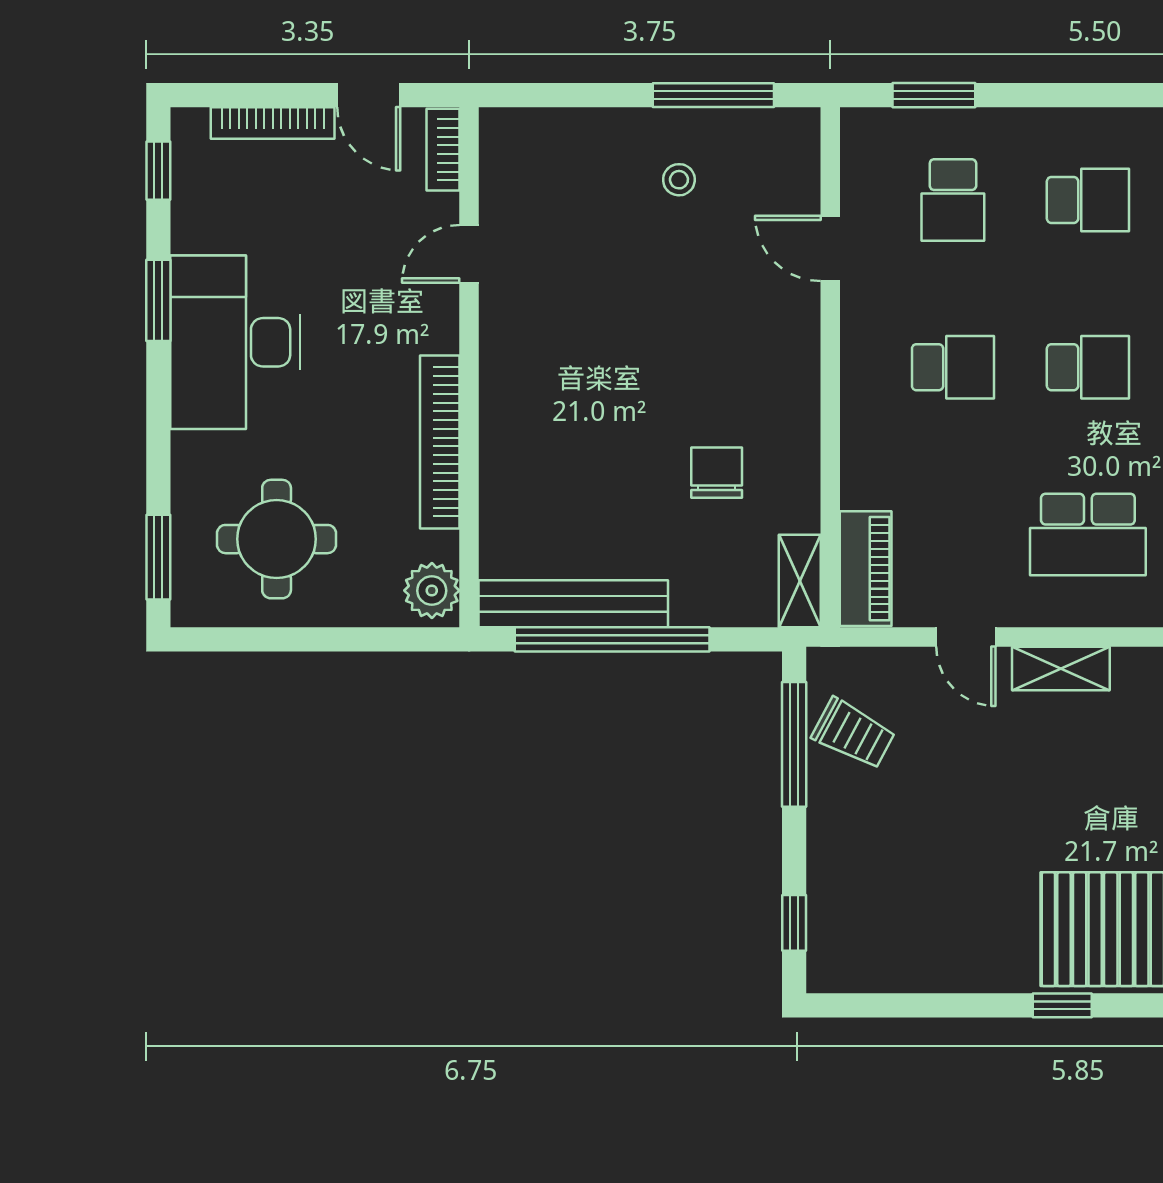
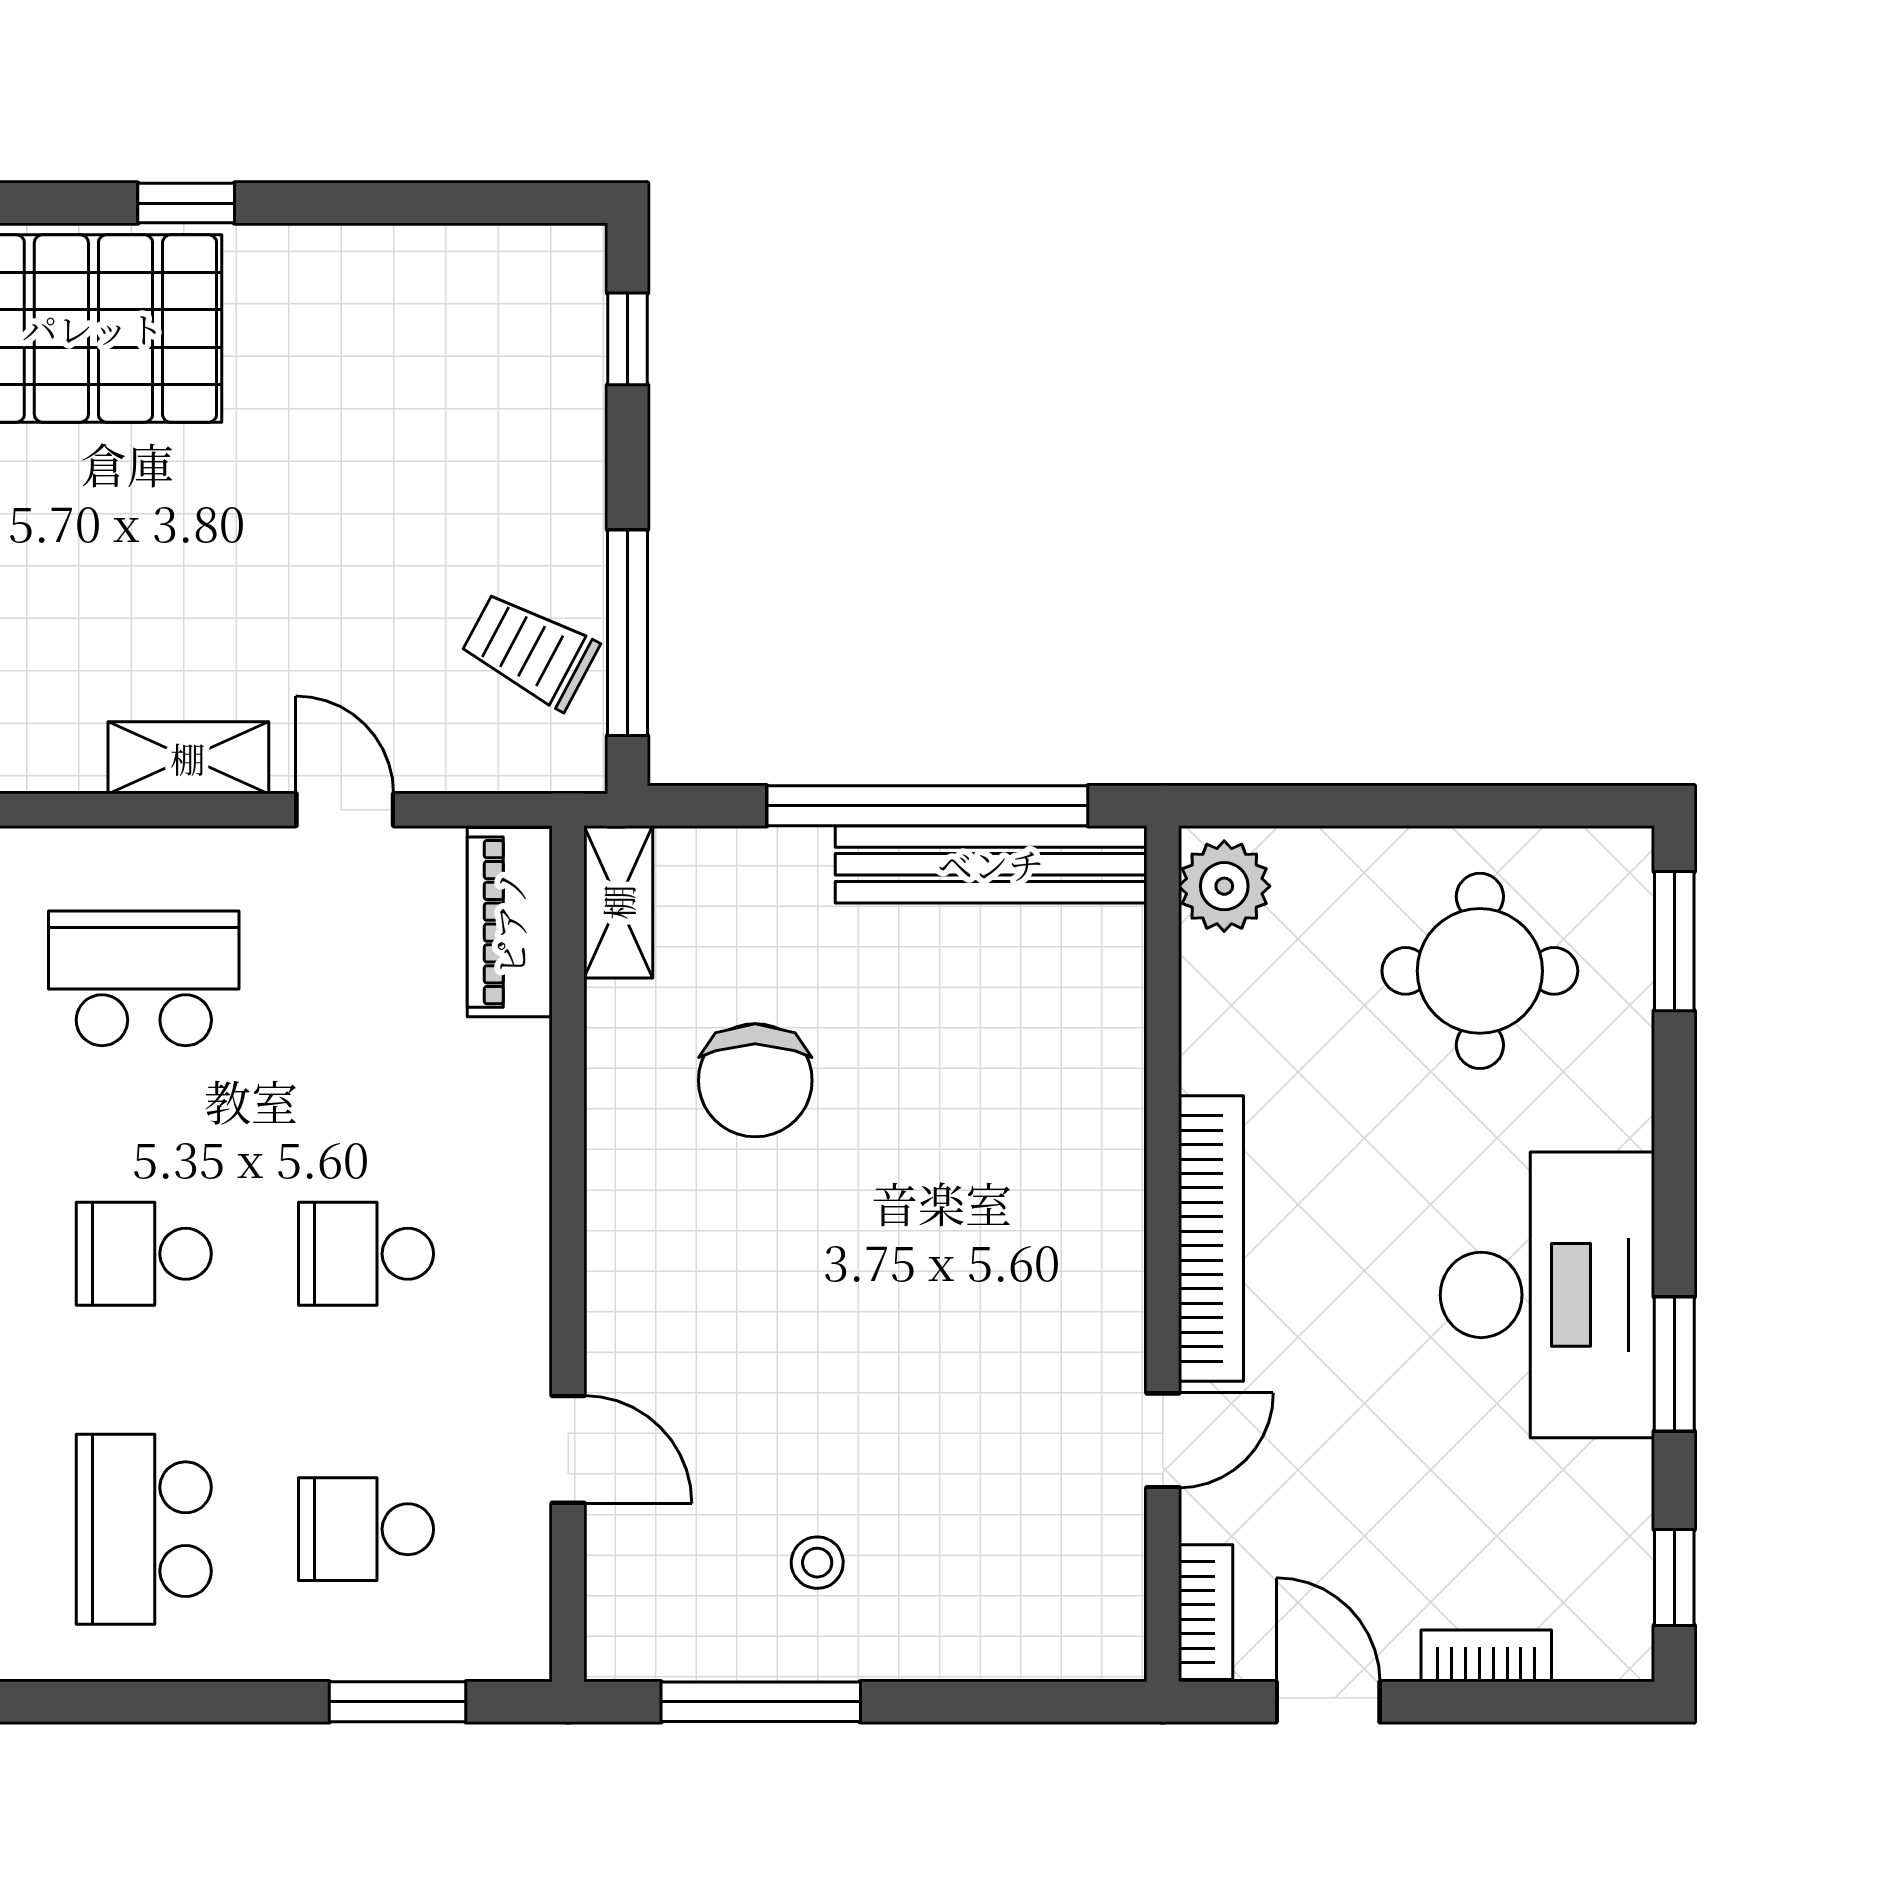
bookcase: (273, 123) -> (1486, 1656), width x0.64
school desk: (953, 200) -> (366, 1529), turned -90
school desk: (1088, 200) -> (144, 1529), width x1.85
bookcase: (440, 442) -> (1211, 1238), moved
chair: (717, 473) -> (755, 1080), width x1.37, depth x1.37

